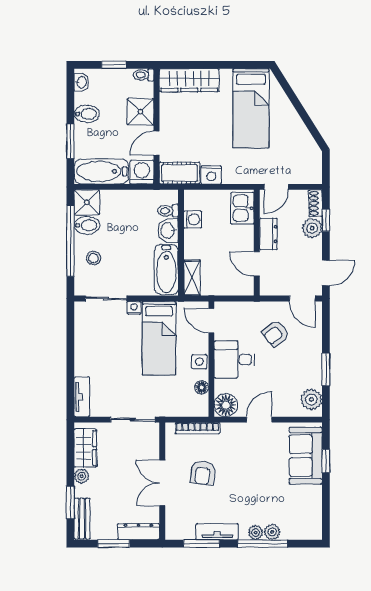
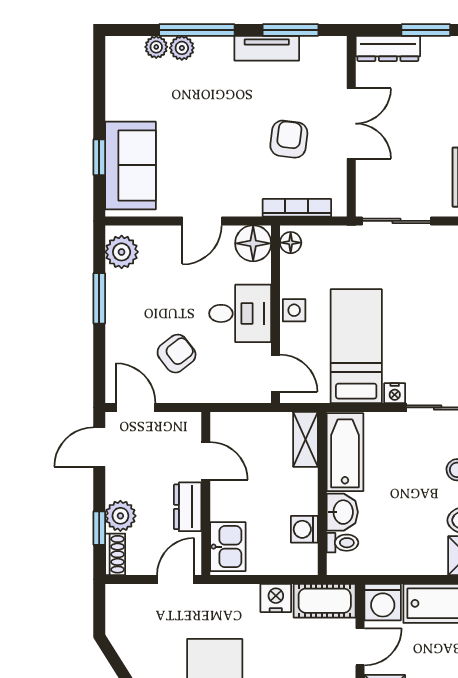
floor lamp: (202, 387) -> (291, 243), moved
plant: (256, 533) -> (156, 47), moved

